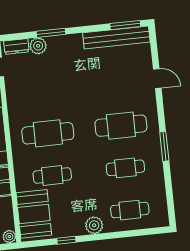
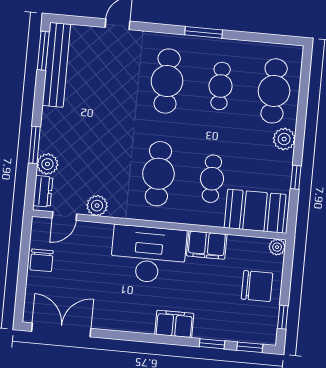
plant: (14, 91) -> (97, 206), added
cafe table: (130, 210) -> (274, 91), width x1.37, depth x1.35

